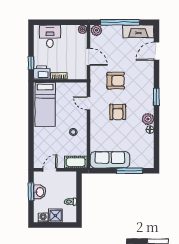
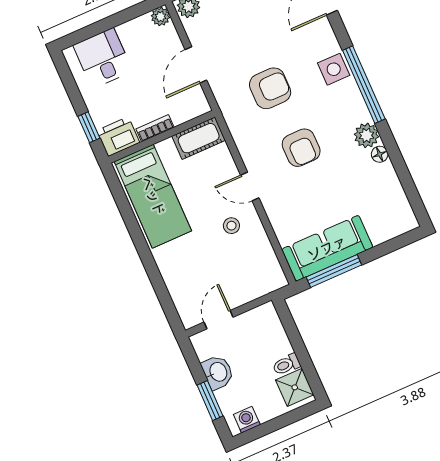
door: (88, 57) -> (196, 65), swing flipped
side table: (146, 85) -> (334, 69), added
window: (156, 97) -> (364, 85), width x2.11
door: (88, 103) -> (250, 187), moved
cot: (76, 162) -> (199, 138), moved
window: (130, 171) -> (334, 271), moved
window: (31, 192) -> (210, 401), moved
shower: (56, 216) -> (295, 387), moved

